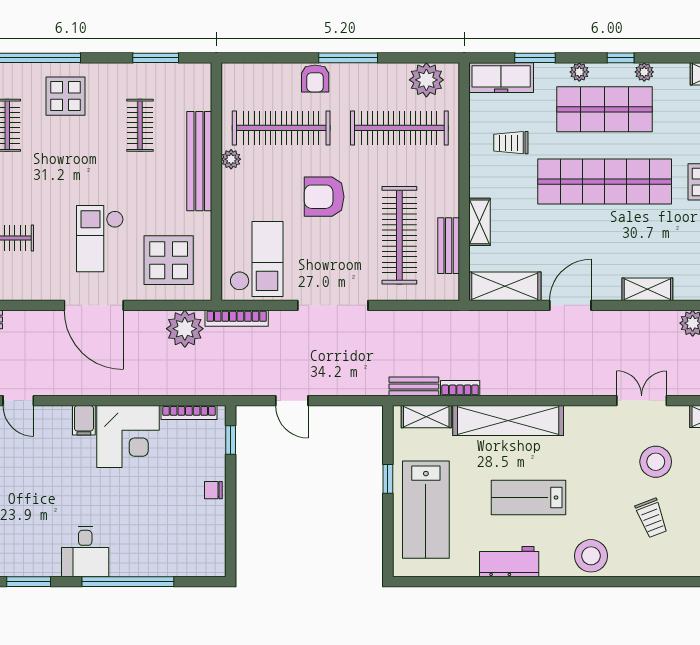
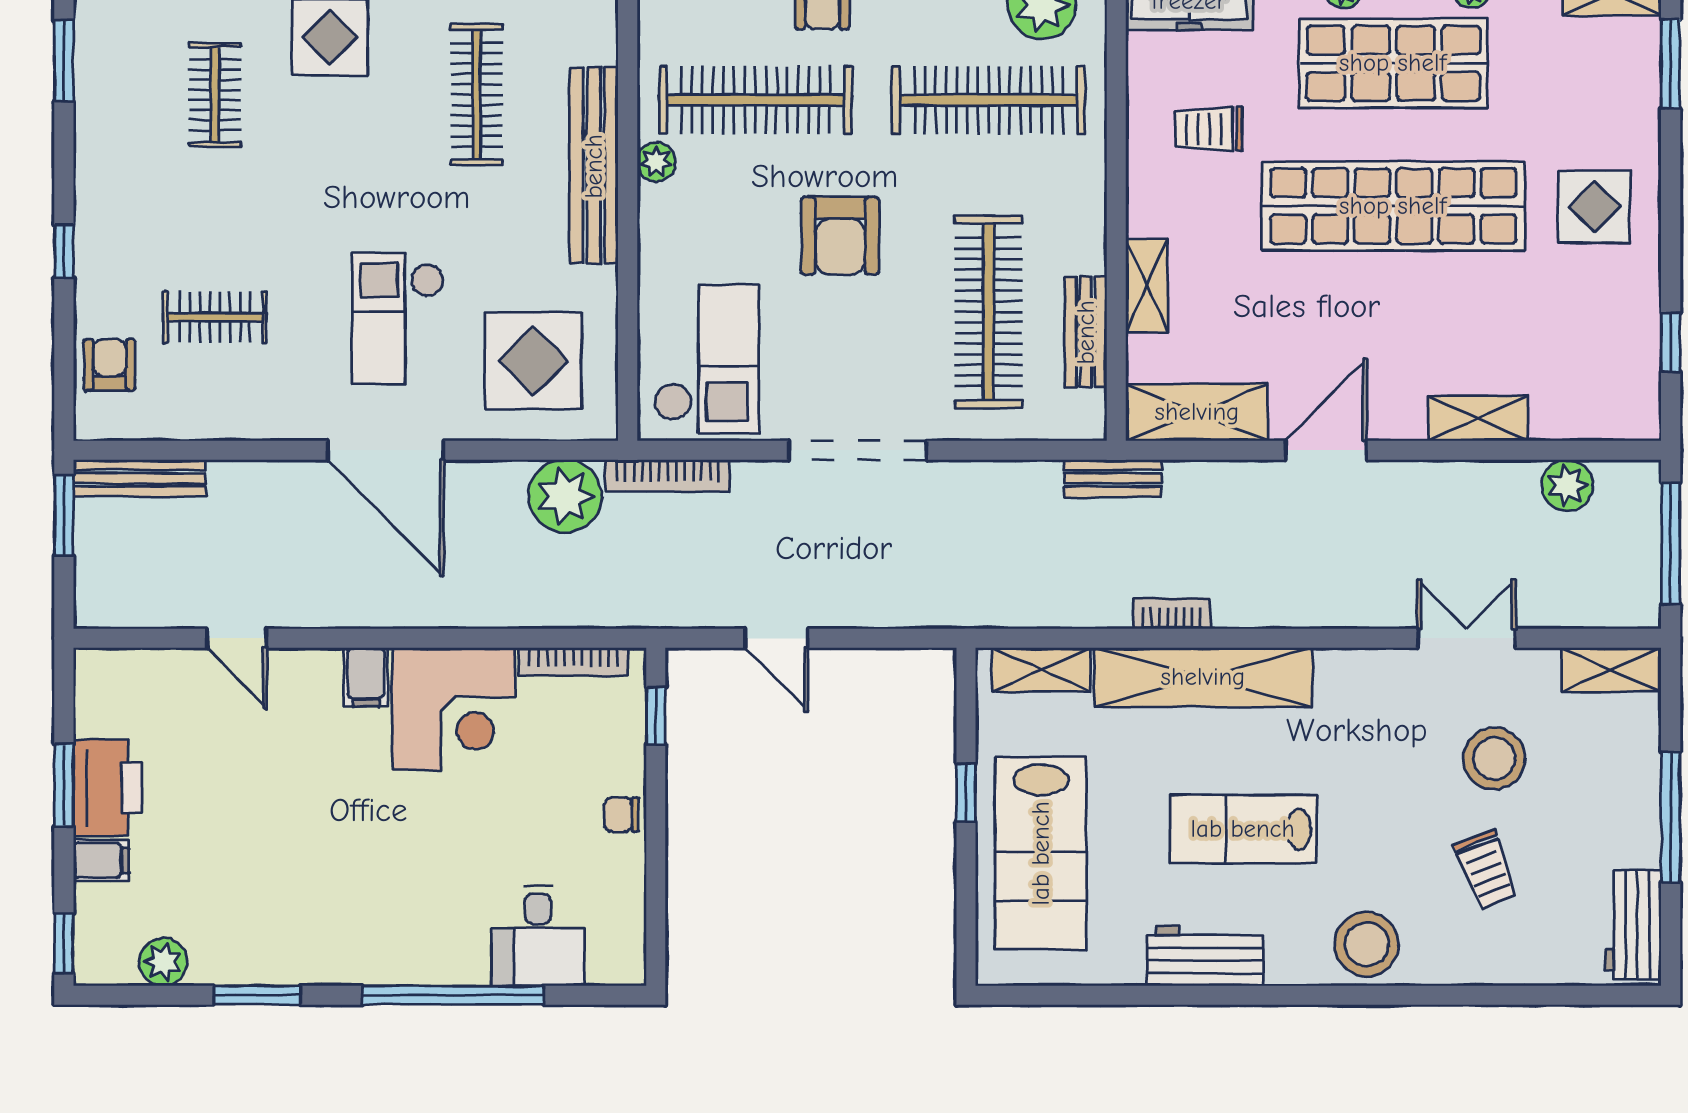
clothes rail: (140, 125) -> (477, 95), width x1.36
armchair: (324, 197) -> (840, 236), turned -90
bench: (414, 386) -> (1113, 478), moved
bookcase: (460, 388) -> (1172, 613), moved
desk: (85, 552) -> (538, 936), moved

